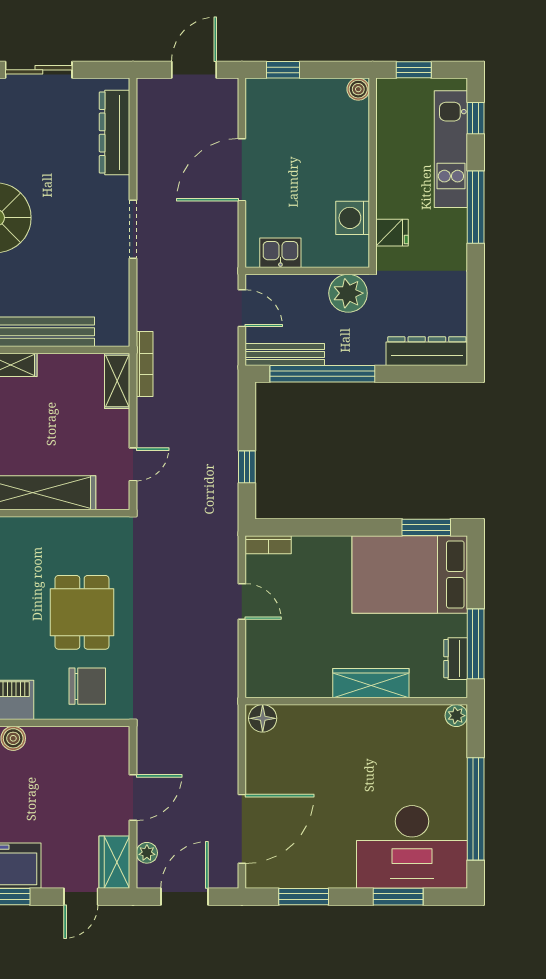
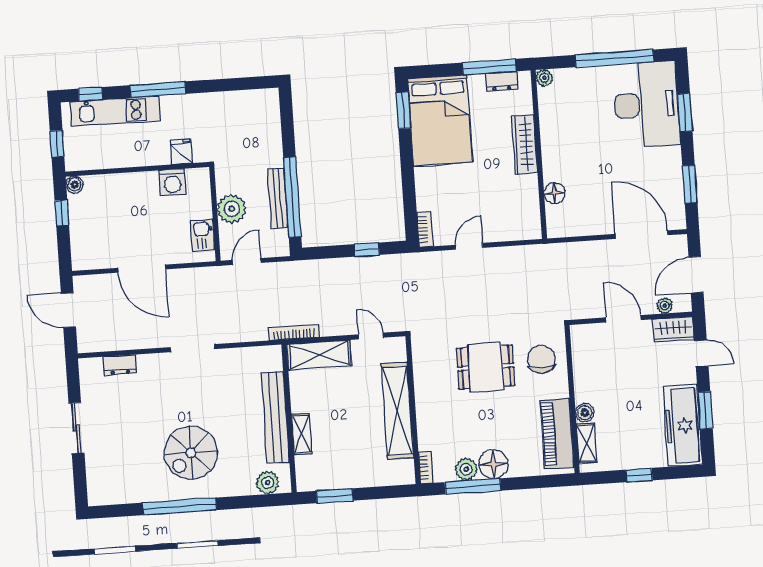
window: (283, 70) -> (62, 213), moved
dresser: (115, 132) -> (120, 365), width x0.51, depth x0.80
plant: (348, 293) -> (232, 209), moved
dresser: (427, 351) -> (270, 119), removed
bench: (285, 354) -> (278, 198), moved
shelving: (117, 381) -> (319, 355), width x1.50, depth x1.33
floor lamp: (263, 718) -> (555, 193), moved
door: (184, 897) -> (696, 275), hinge flipped

